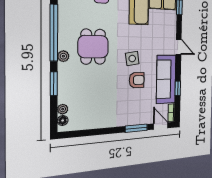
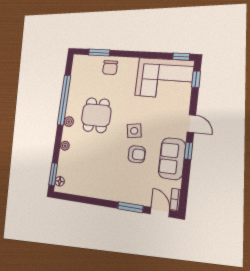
sofa: (166, 79) -> (172, 159), width x0.73
window: (54, 84) -> (53, 174), moved
window: (178, 88) -> (188, 151), moved
plant: (63, 109) -> (65, 146), moved

